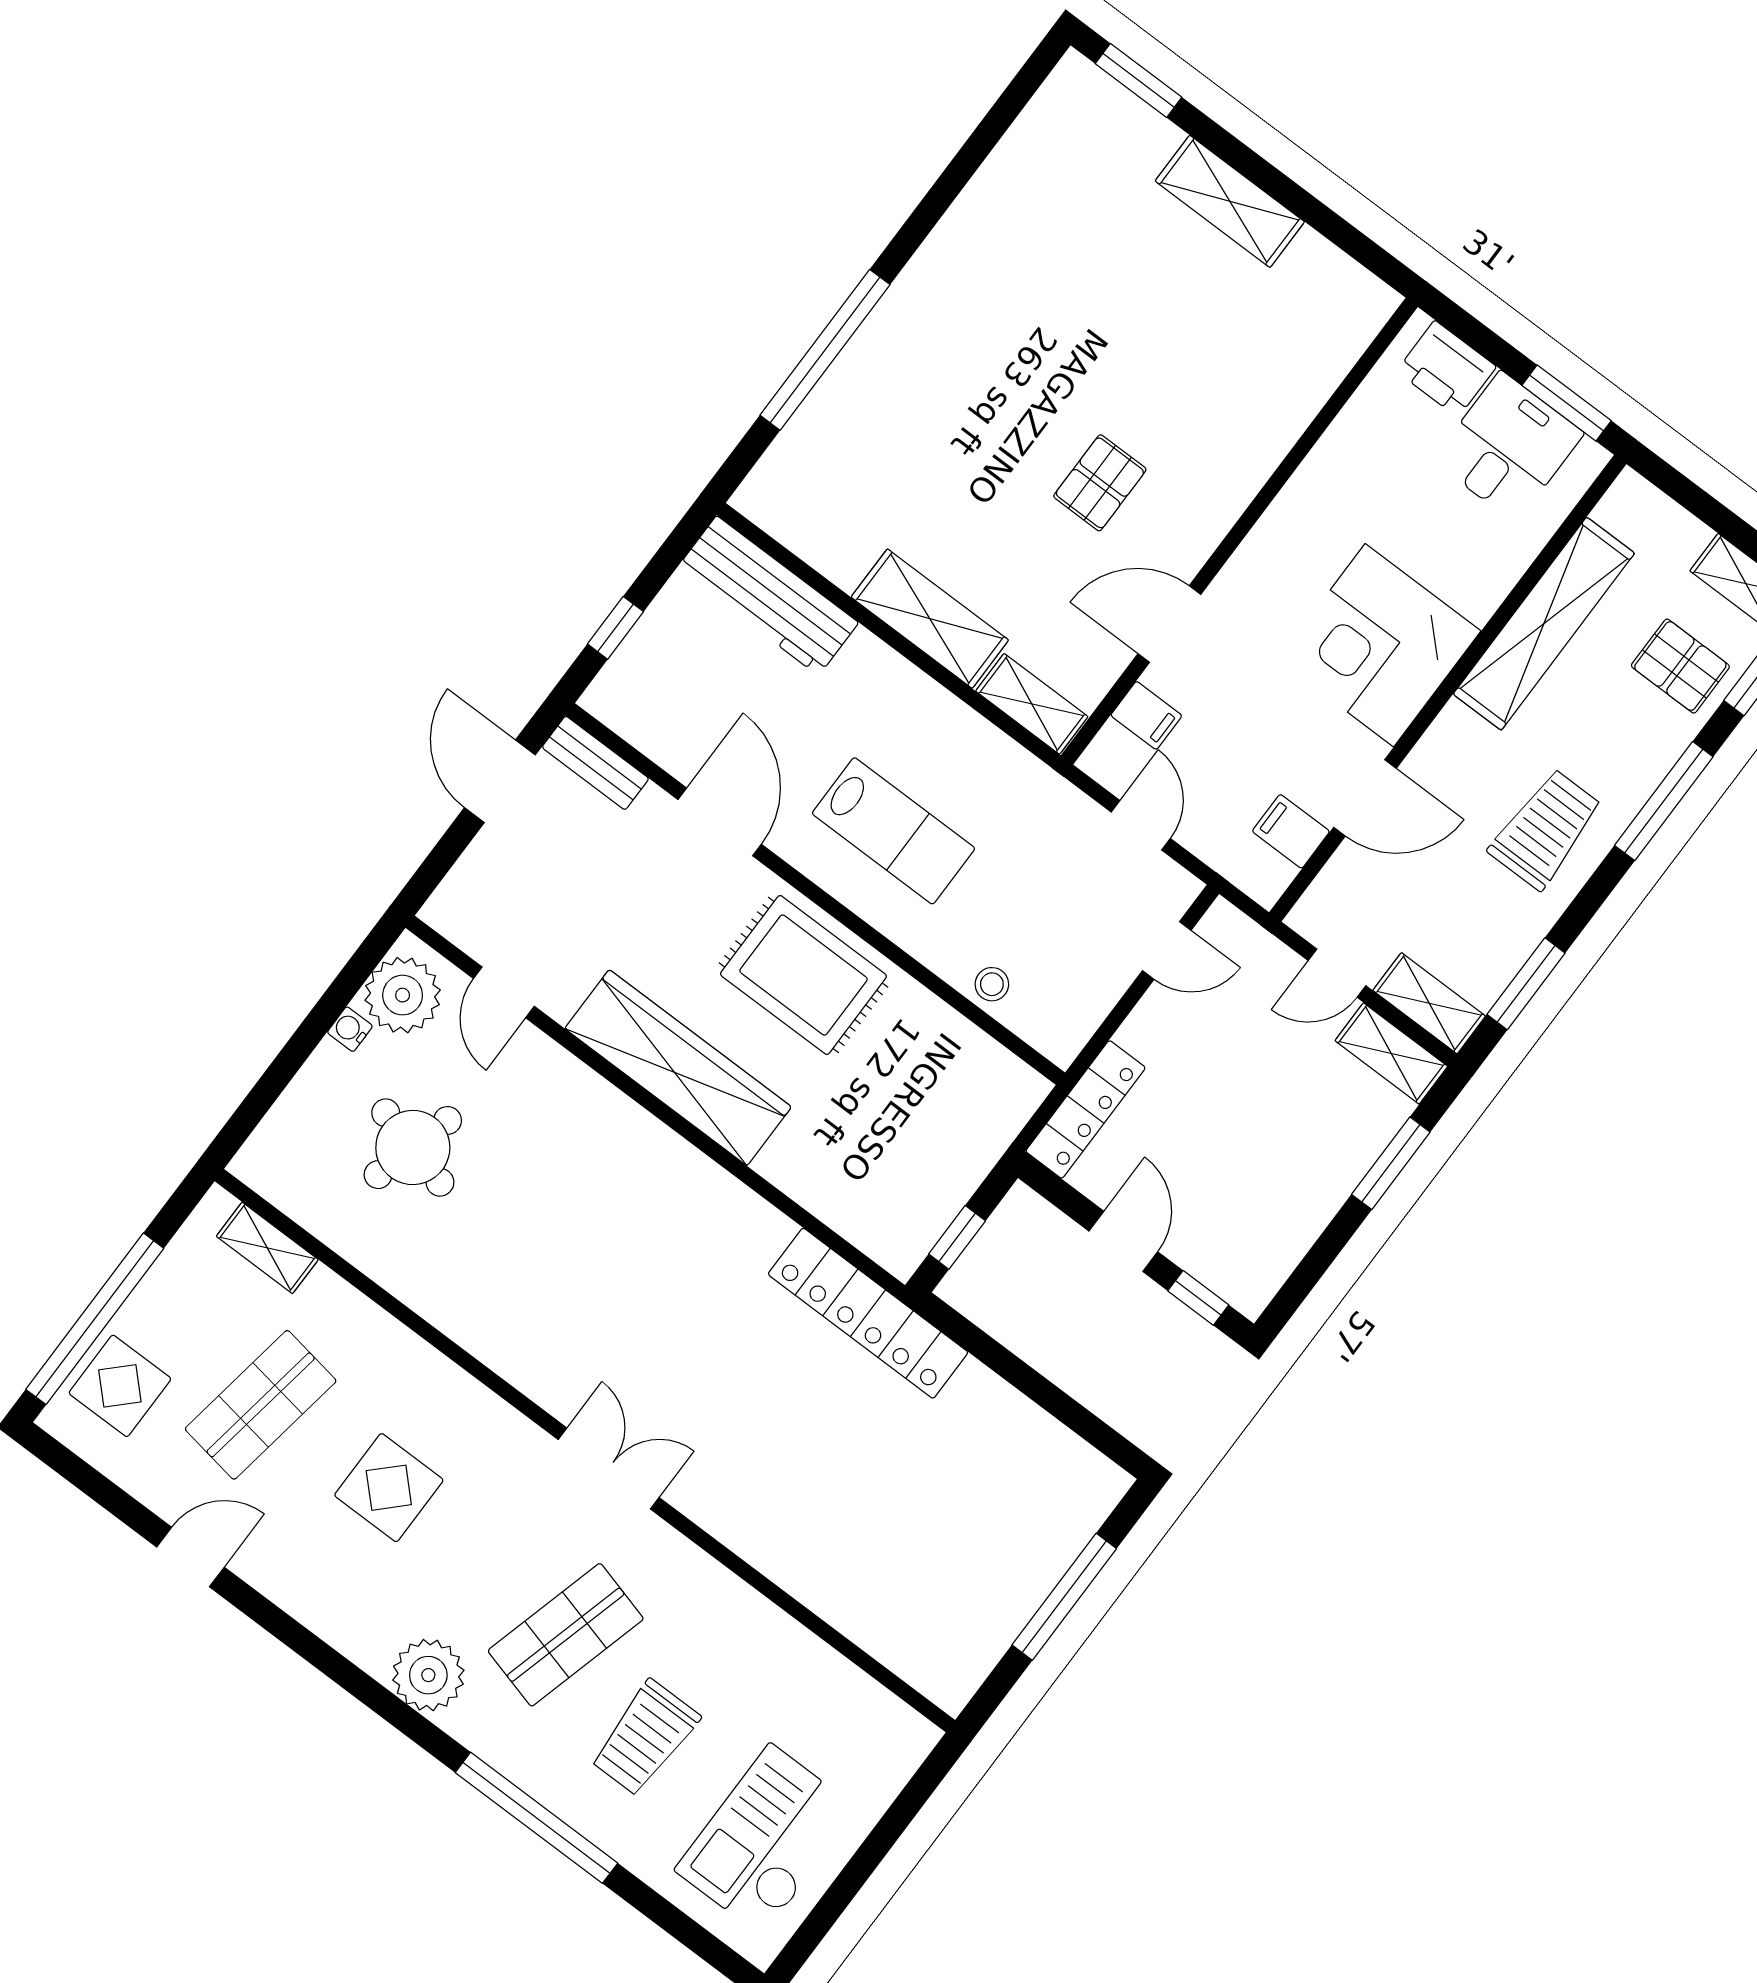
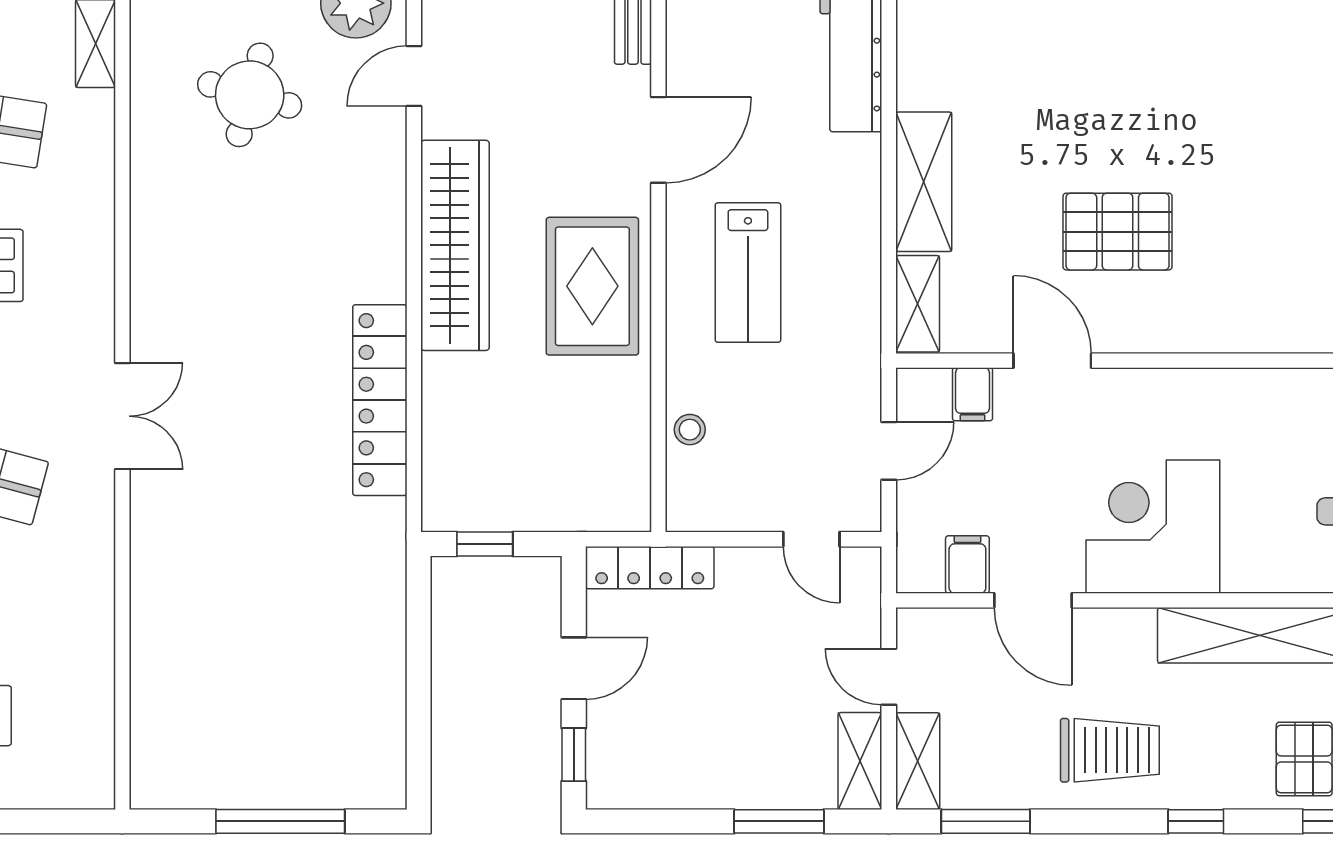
pallet: (1100, 483) -> (1118, 232), width x1.50, depth x1.42
window: (1664, 801) -> (1196, 821), width x0.46
locker: (868, 1313) -> (380, 400), moved

